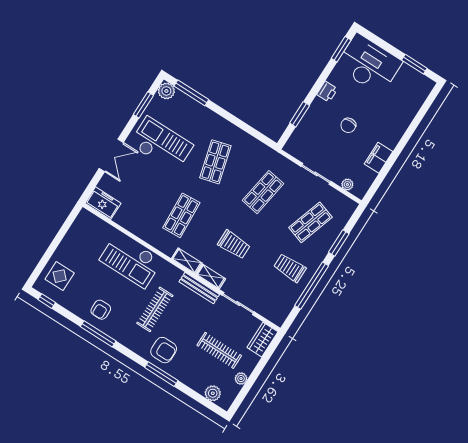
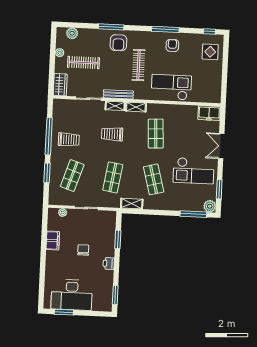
desk: (369, 64) -> (72, 295), moved
shelving: (258, 148) -> (132, 204), added
armchair: (164, 350) -> (118, 43), turned -90

